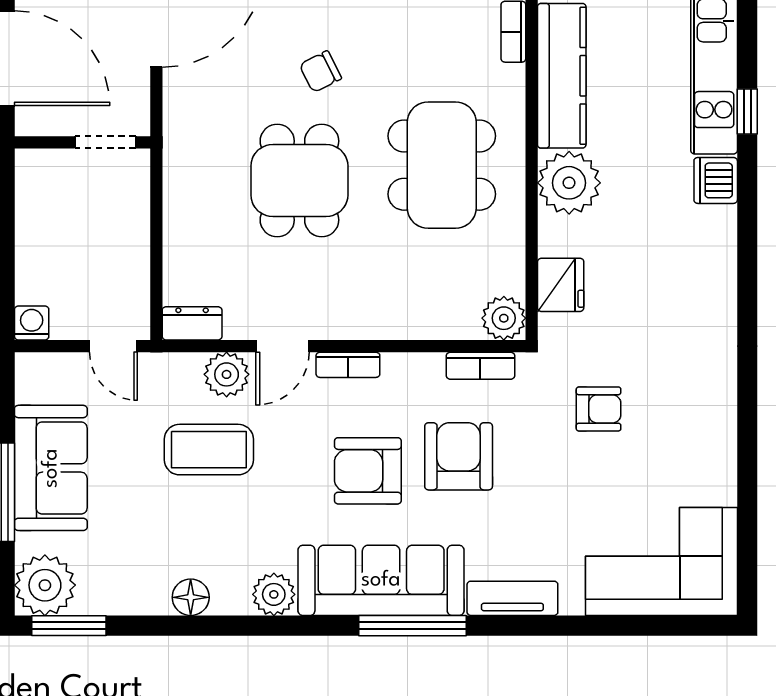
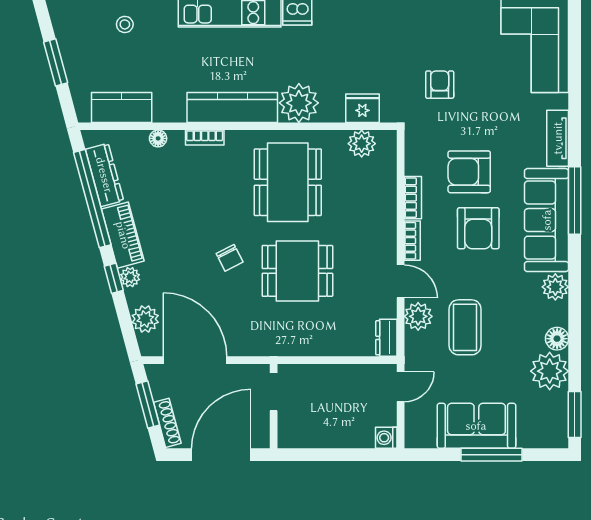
dining table: (442, 165) -> (288, 182), turned 90
plant: (504, 318) -> (362, 144), moved
bookcase: (480, 366) -> (413, 198), moved
plant: (45, 585) -> (550, 371), moved

